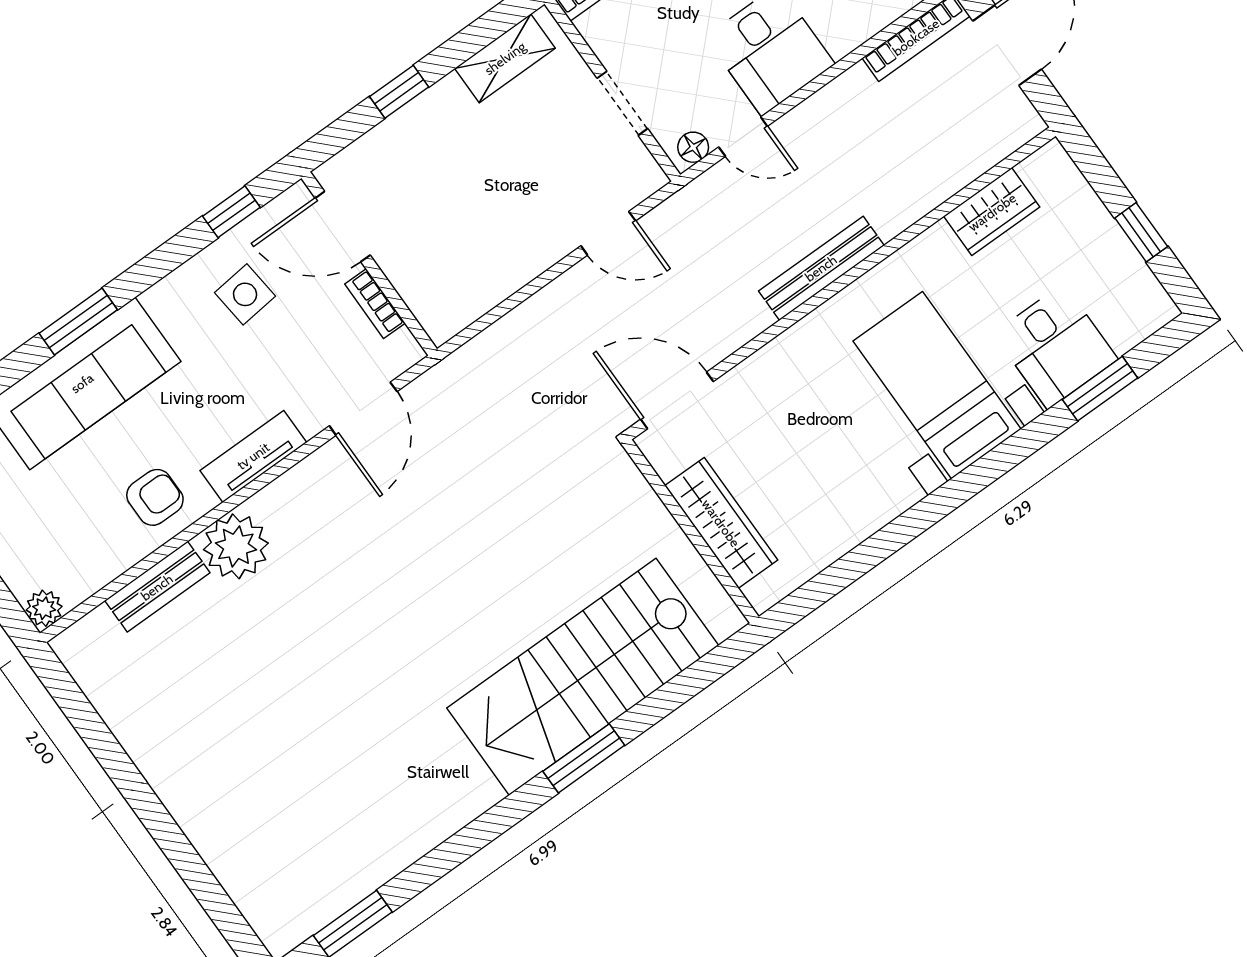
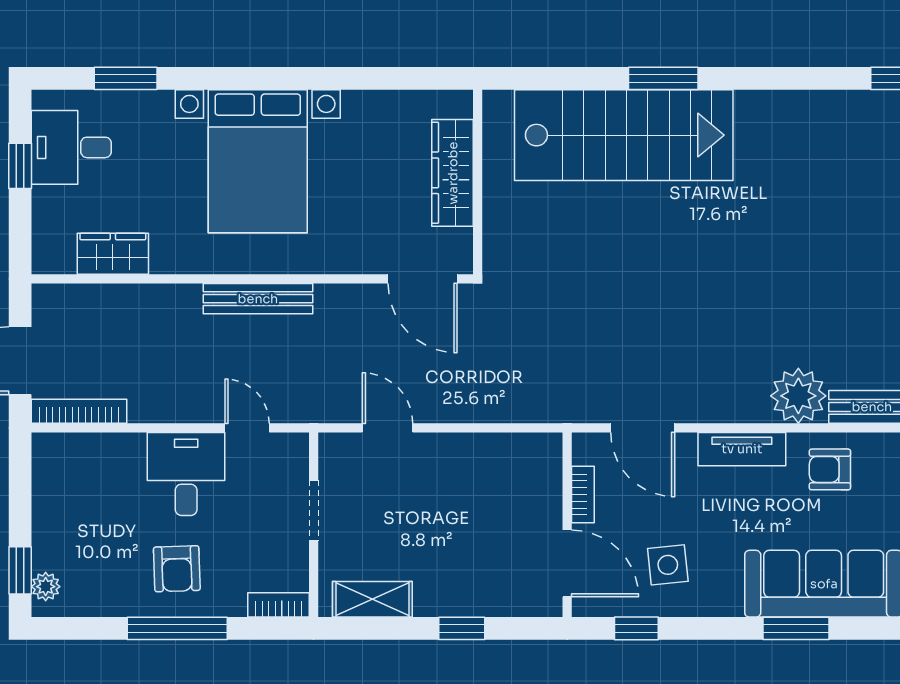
floor lamp: (693, 147) -> (287, 445), removed
desk: (1055, 346) -> (71, 147), moved, turned -90
bed with nightstands: (937, 385) -> (258, 161), width x1.36
door: (363, 409) -> (643, 428), swing flipped

